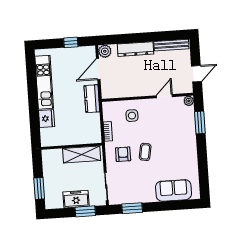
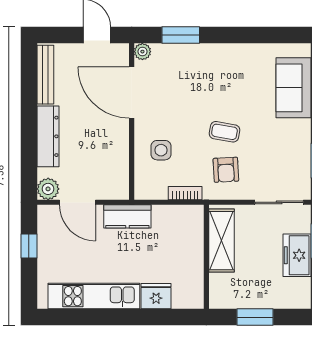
door: (164, 96) -> (132, 93), width x1.88
armchair: (123, 154) -> (226, 170), turned -93
window: (39, 188) -> (255, 317), moved

